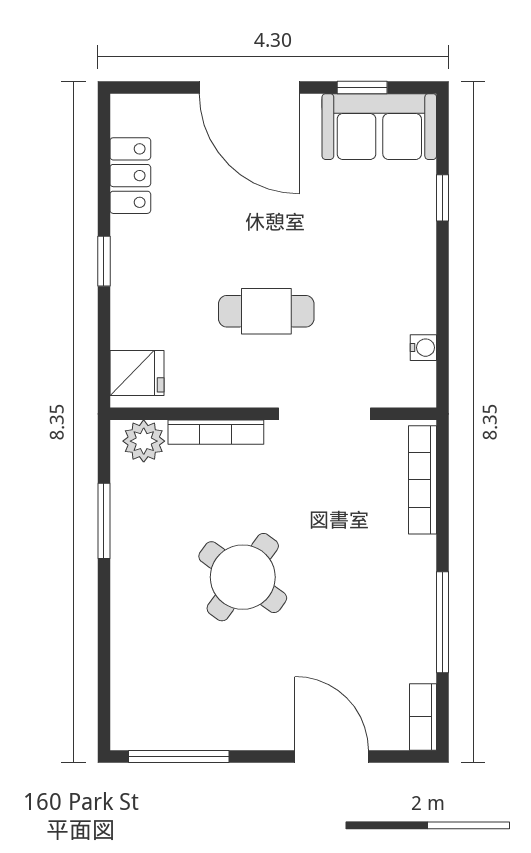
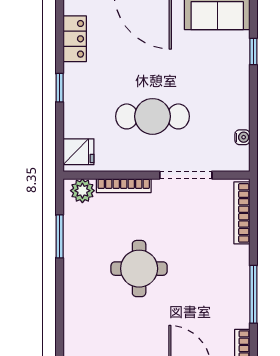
cafe table: (266, 311) -> (152, 116), width x1.37, depth x1.35
round table: (243, 577) -> (139, 269), turned -36

